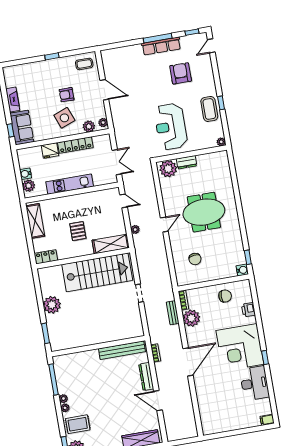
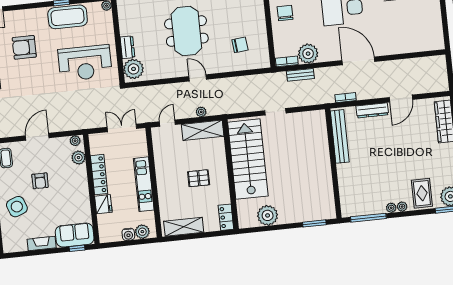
coffee table: (209, 109) -> (68, 17), width x1.36, depth x1.32
side table: (64, 118) -> (17, 207), moved
shelving: (111, 244) -> (203, 130), moved, turned 90
plant: (52, 305) -> (268, 215), moved

